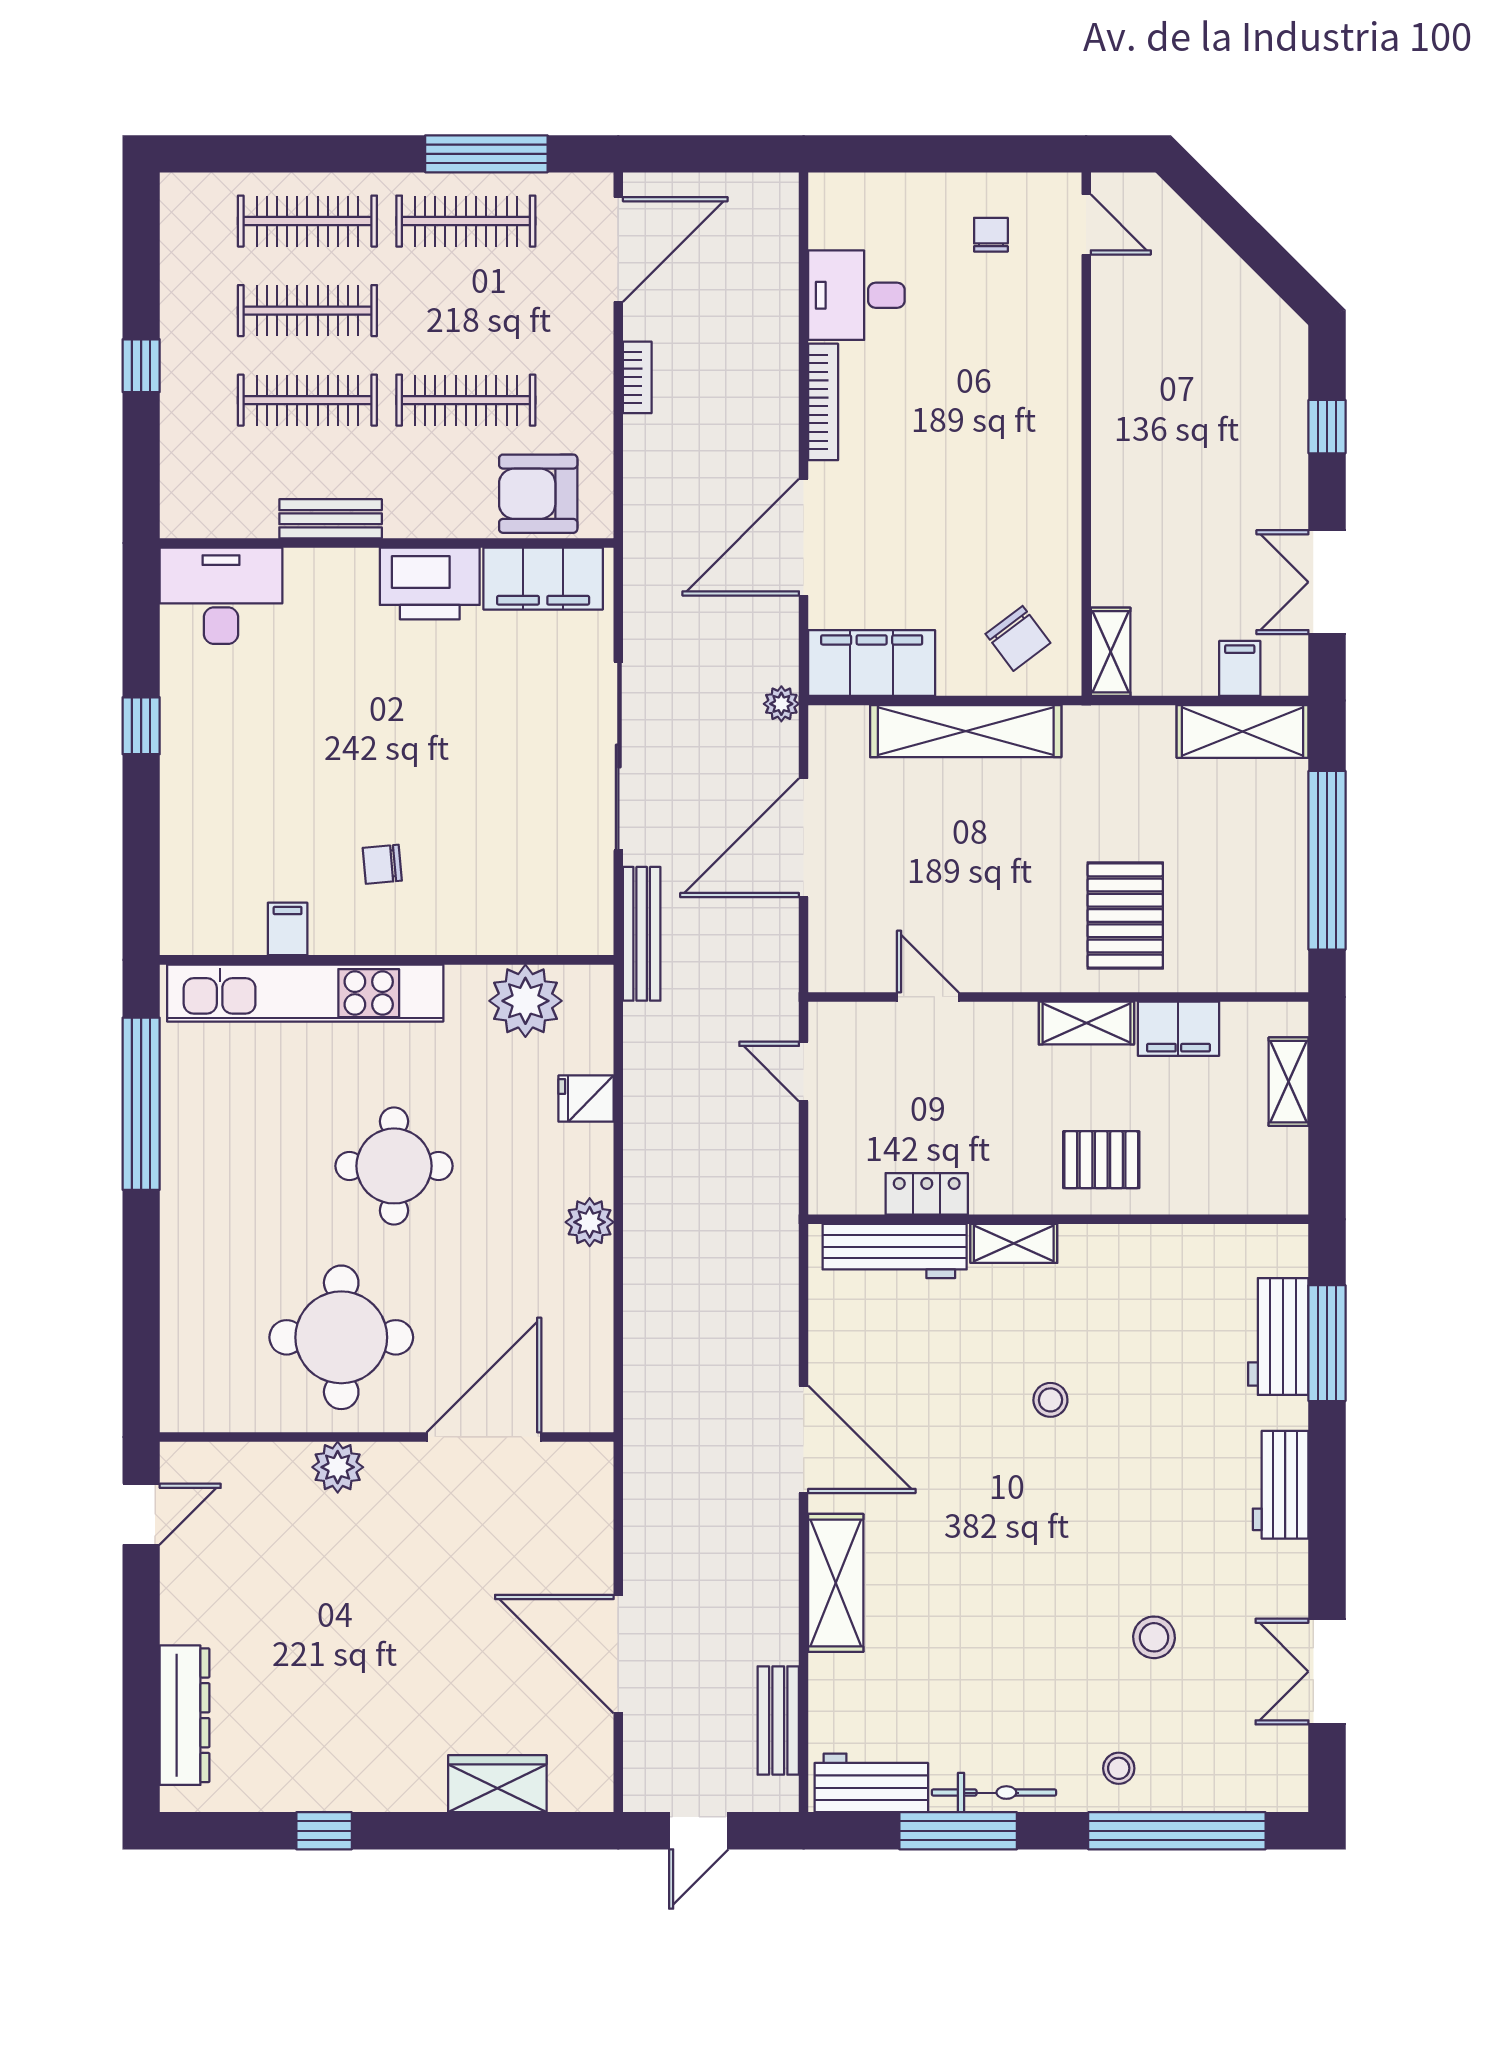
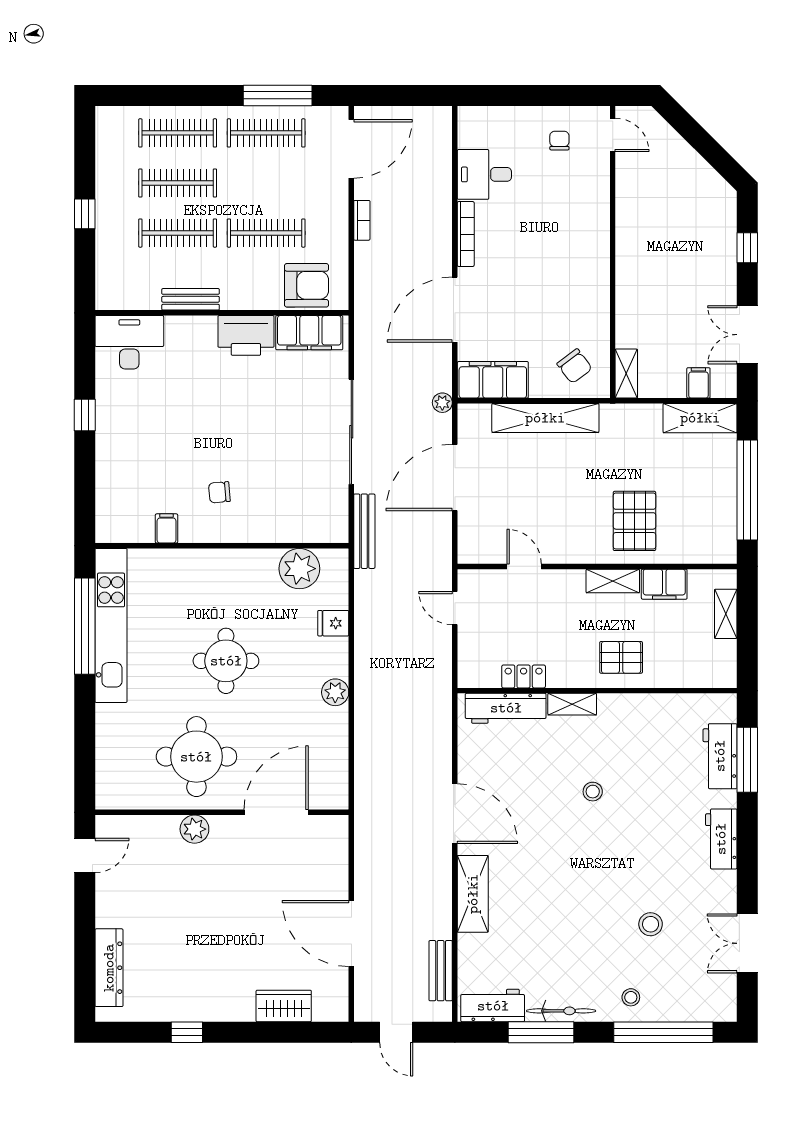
armchair: (538, 494) -> (307, 285), turned 180
kitchen unit: (305, 993) -> (111, 625), moved, turned -90
door: (699, 1831) -> (396, 1032), hinge flipped

